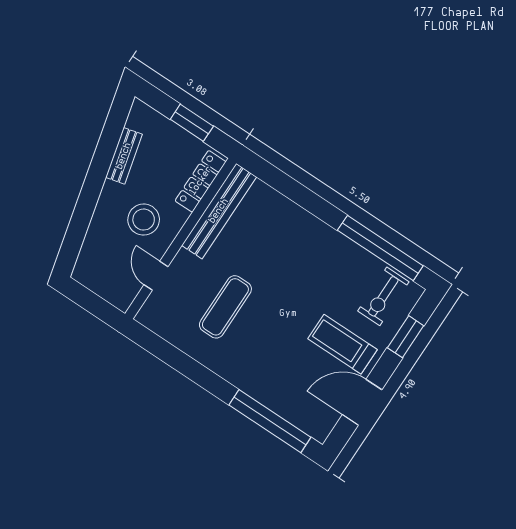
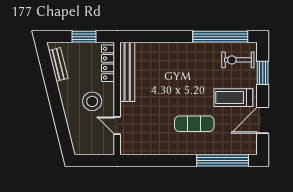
bench: (124, 156) -> (58, 64), moved
exercise bike: (383, 296) -> (238, 60), turned 90
exercise mat: (225, 307) -> (194, 124), moved, turned 90

